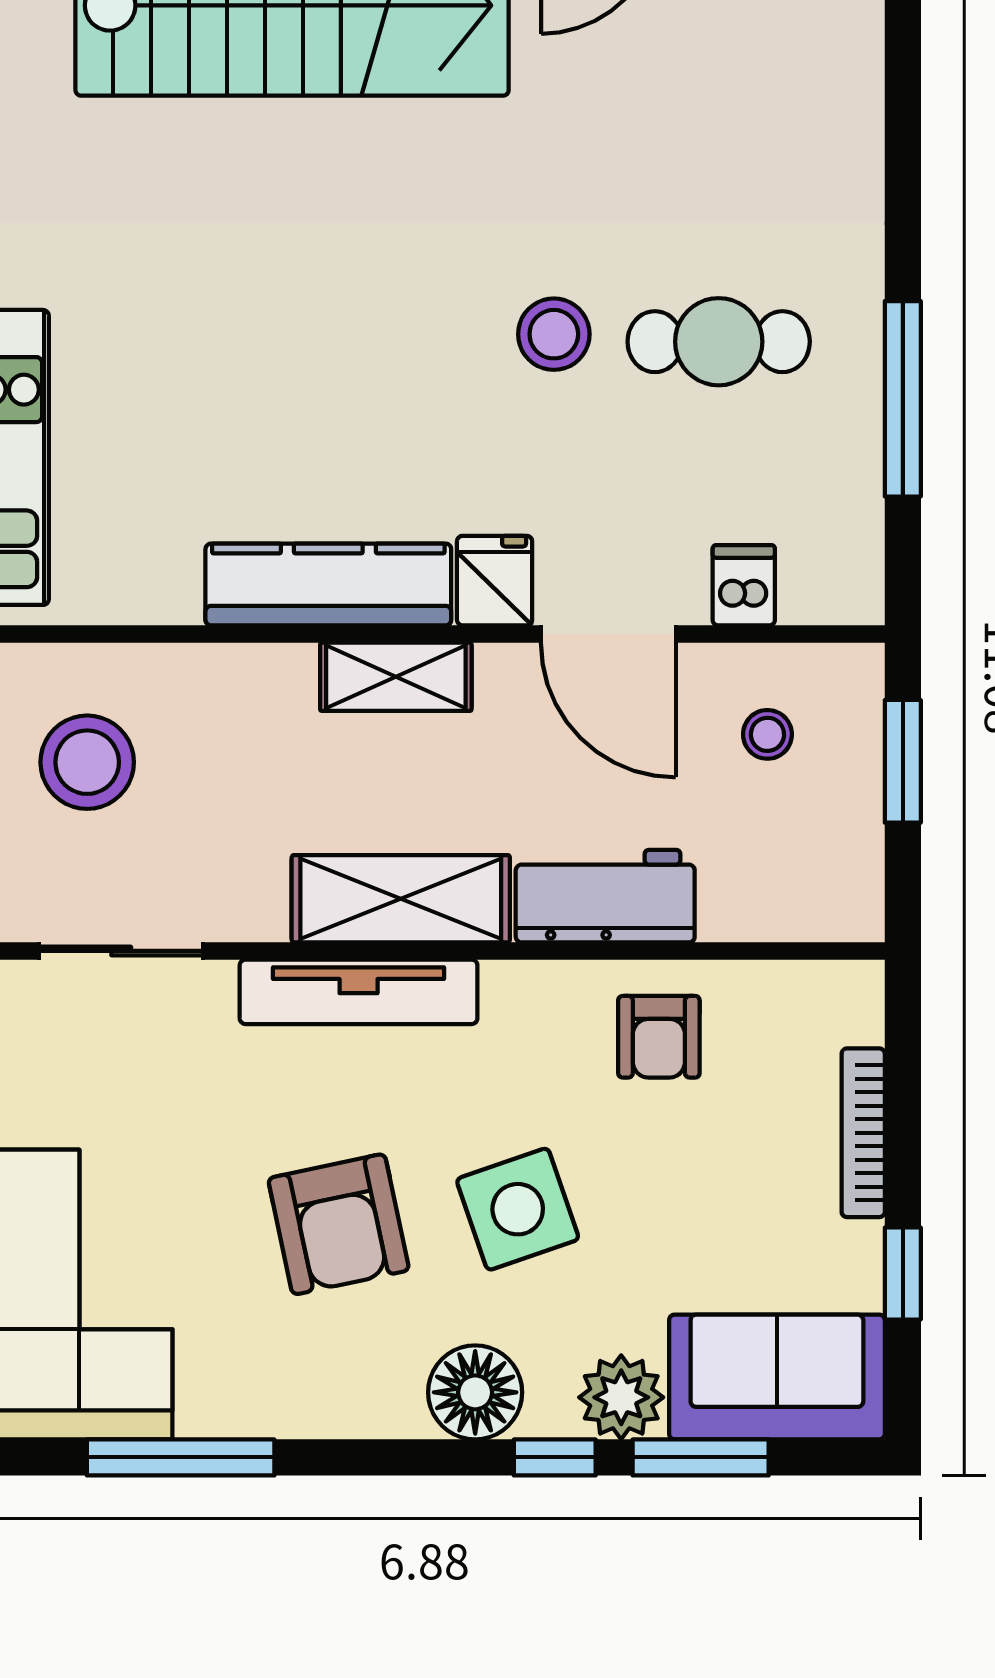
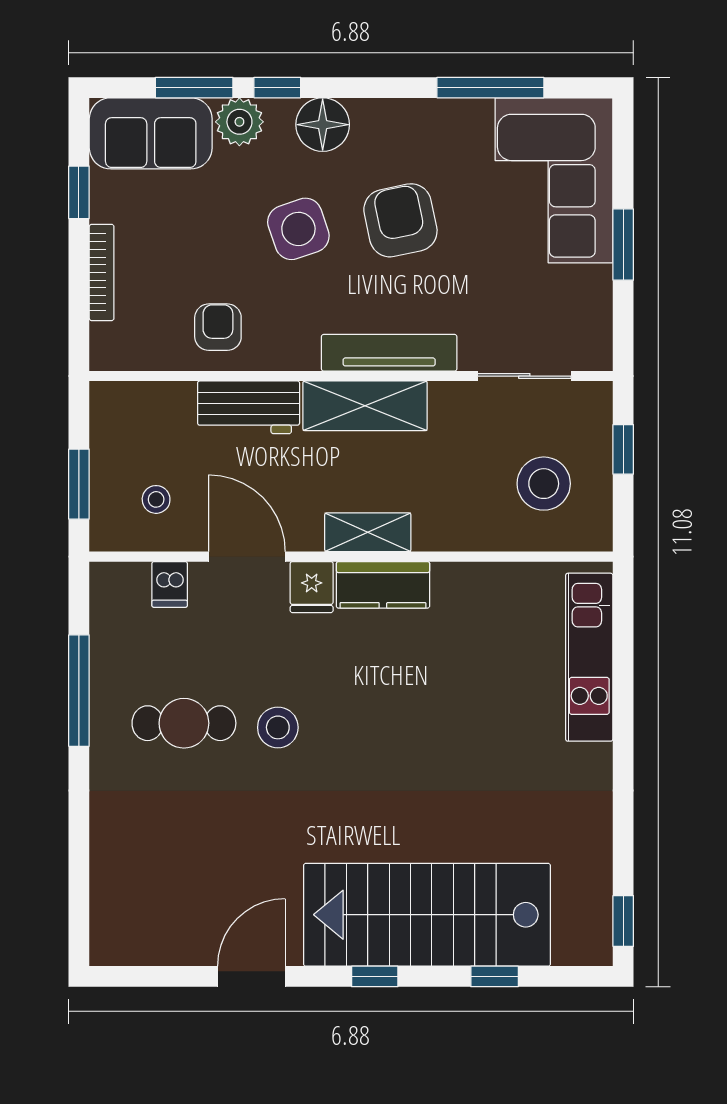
kitchen counter: (328, 584) -> (383, 585), width x0.67

